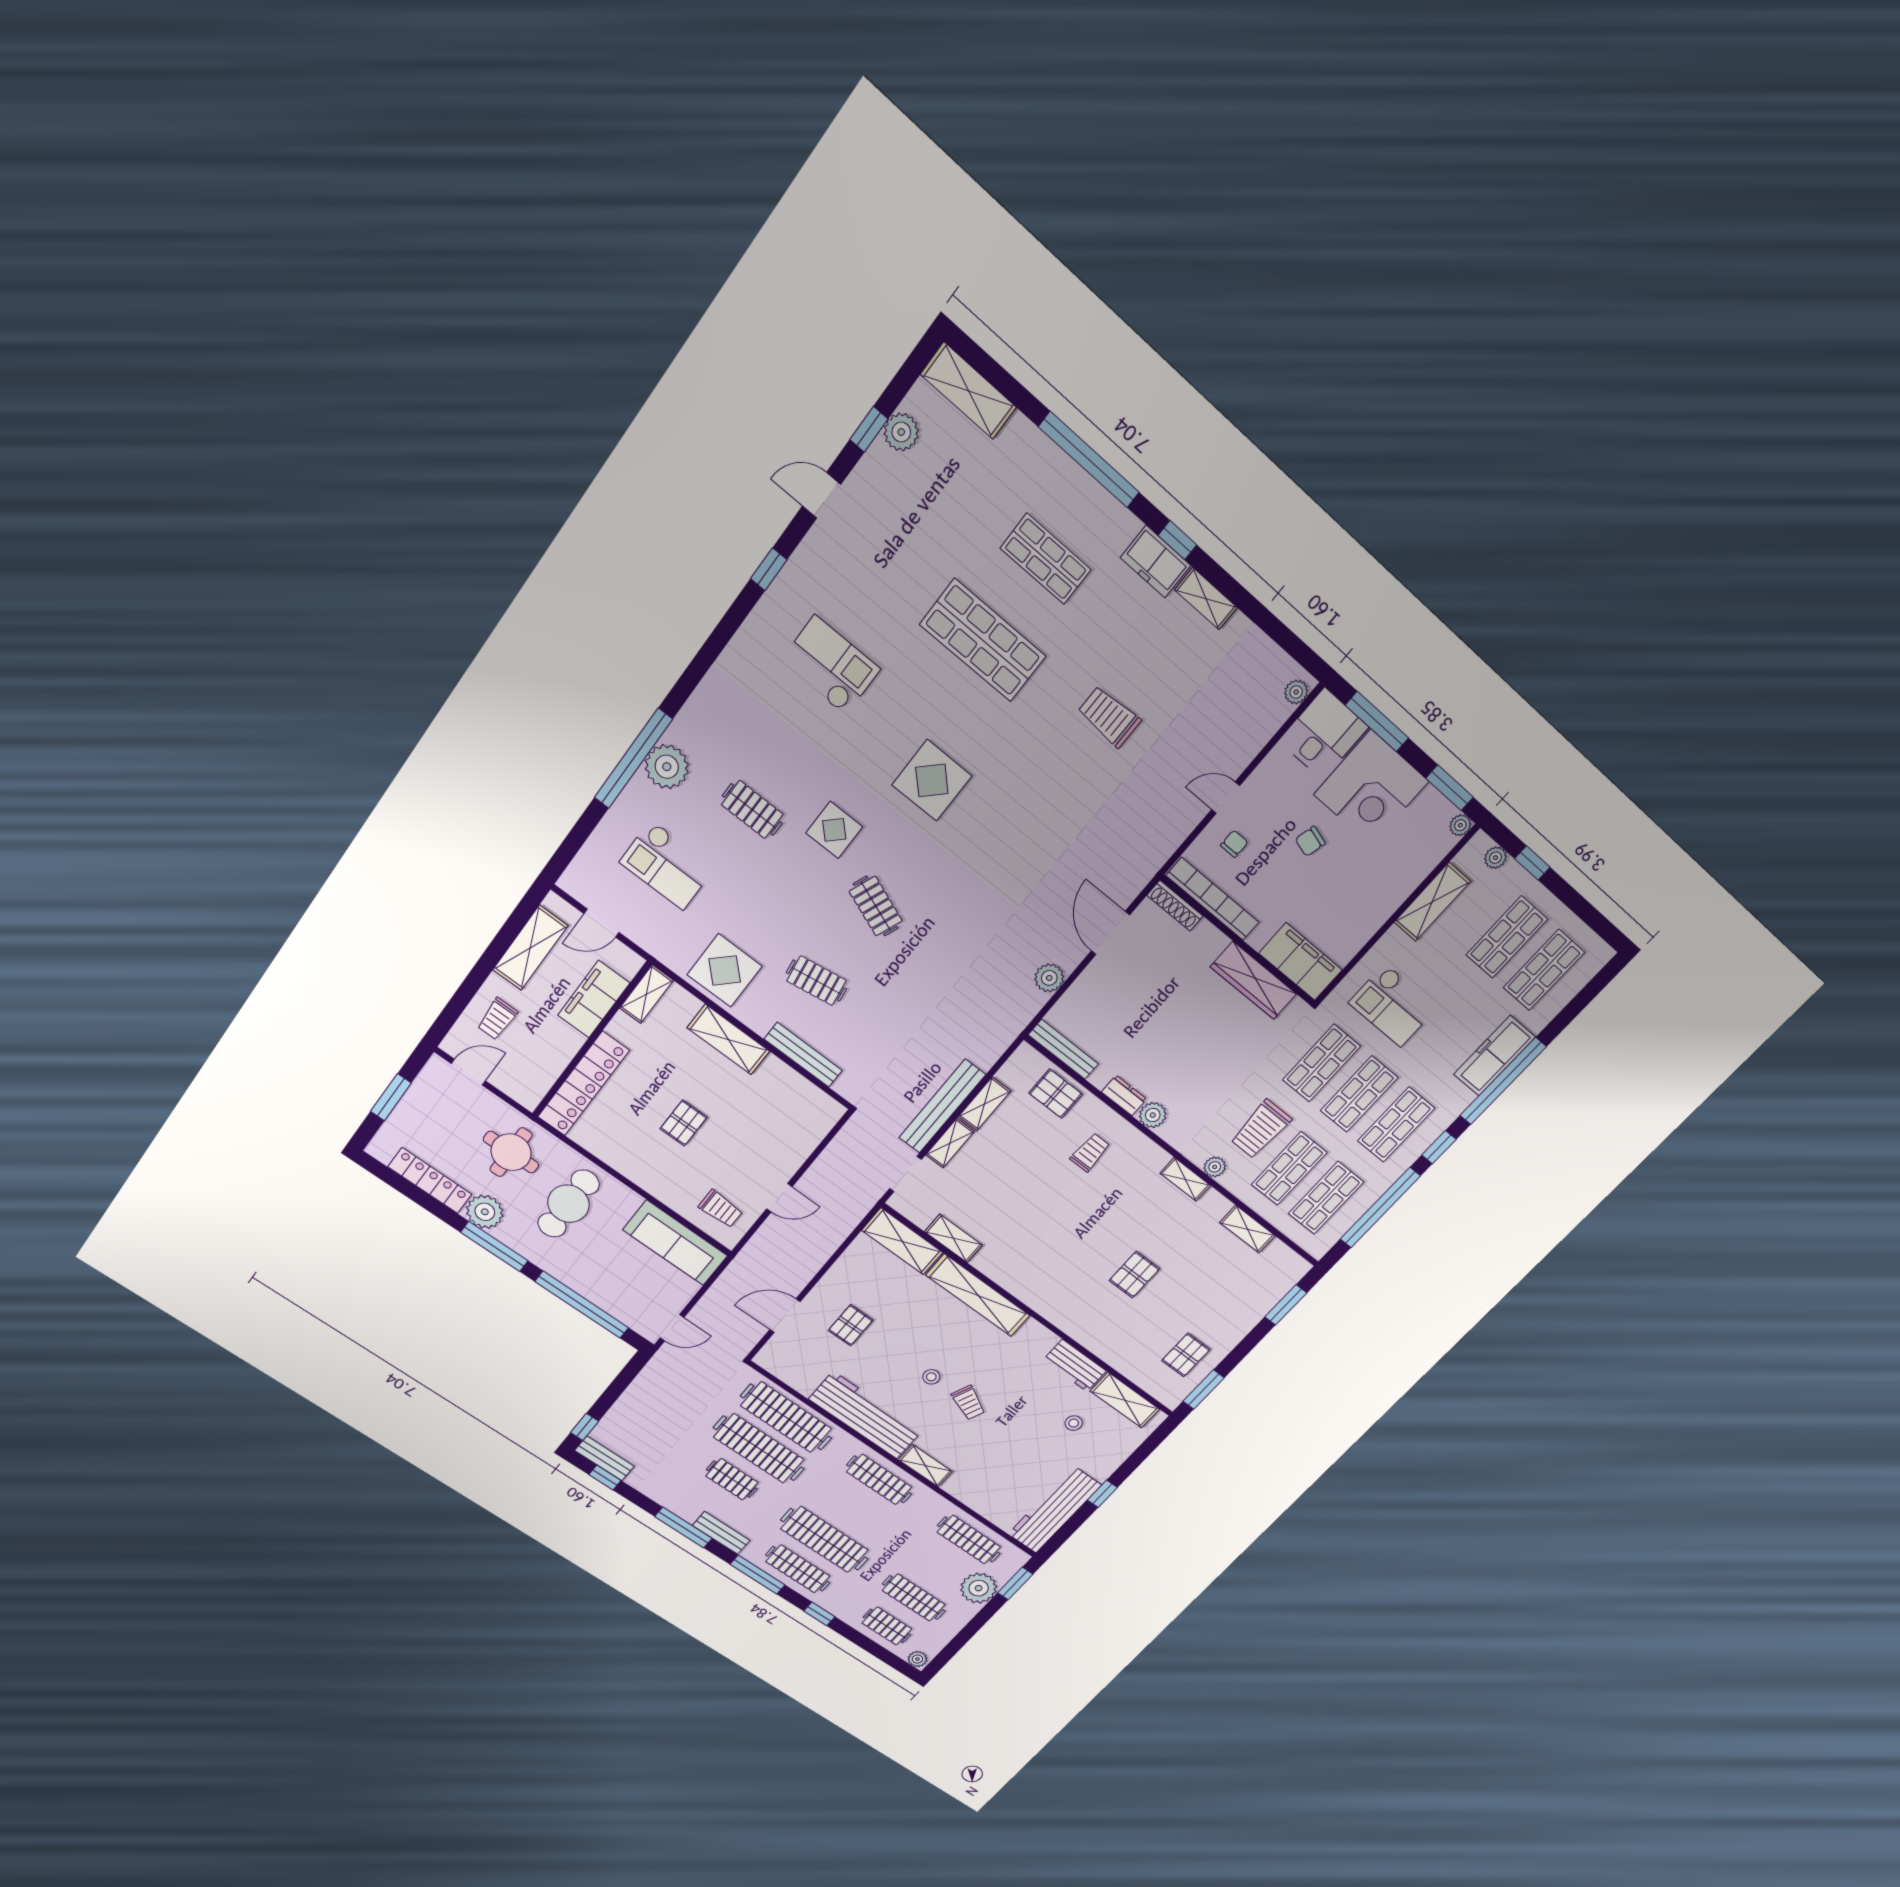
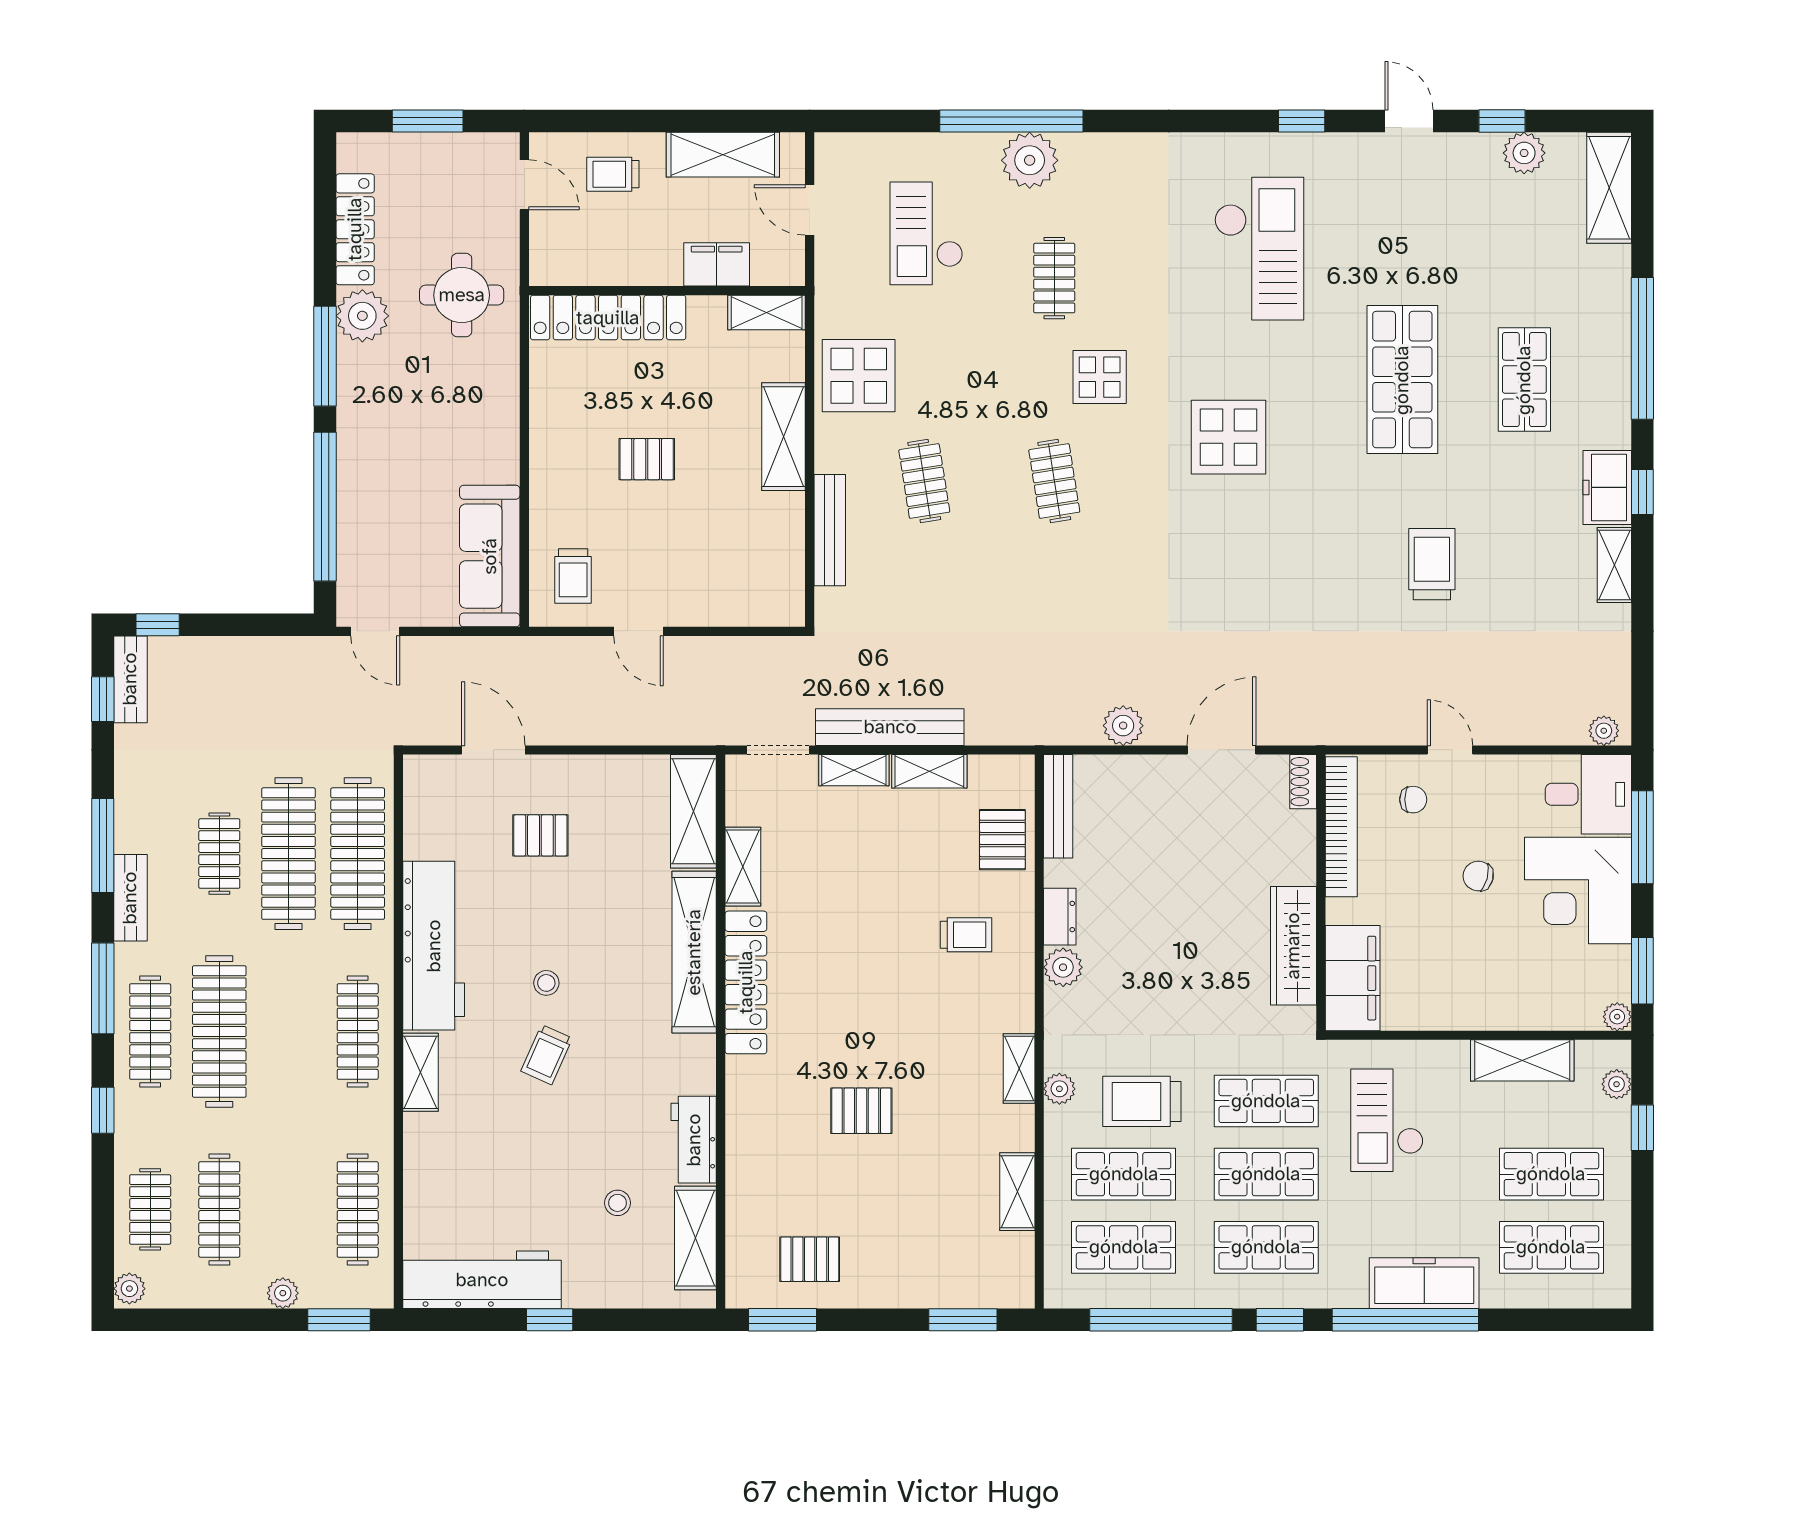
checkout: (830, 666) -> (1259, 249), width x1.36, depth x1.21
clothes rail: (876, 906) -> (1054, 481), turned -30
shoe rack: (1175, 906) -> (1303, 782), width x0.70
filing cabinet: (594, 999) -> (717, 264), width x0.67, depth x0.86
cafe table: (568, 1204) -> (446, 402), removed
locker: (1016, 1282) -> (746, 982), added
plant: (979, 1588) -> (283, 1293), width x0.53, depth x0.53

